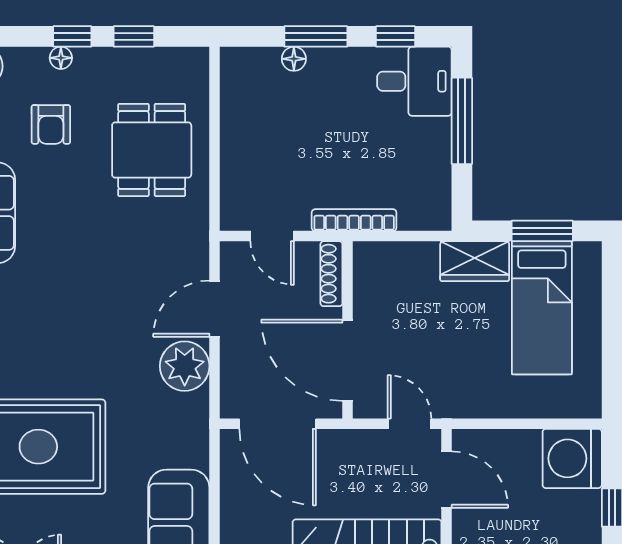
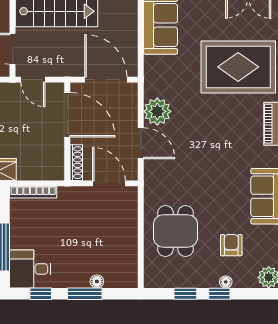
bookcase: (354, 220) -> (33, 192), moved
door: (272, 236) -> (109, 183), width x1.38
door: (215, 309) -> (141, 143), hinge flipped

